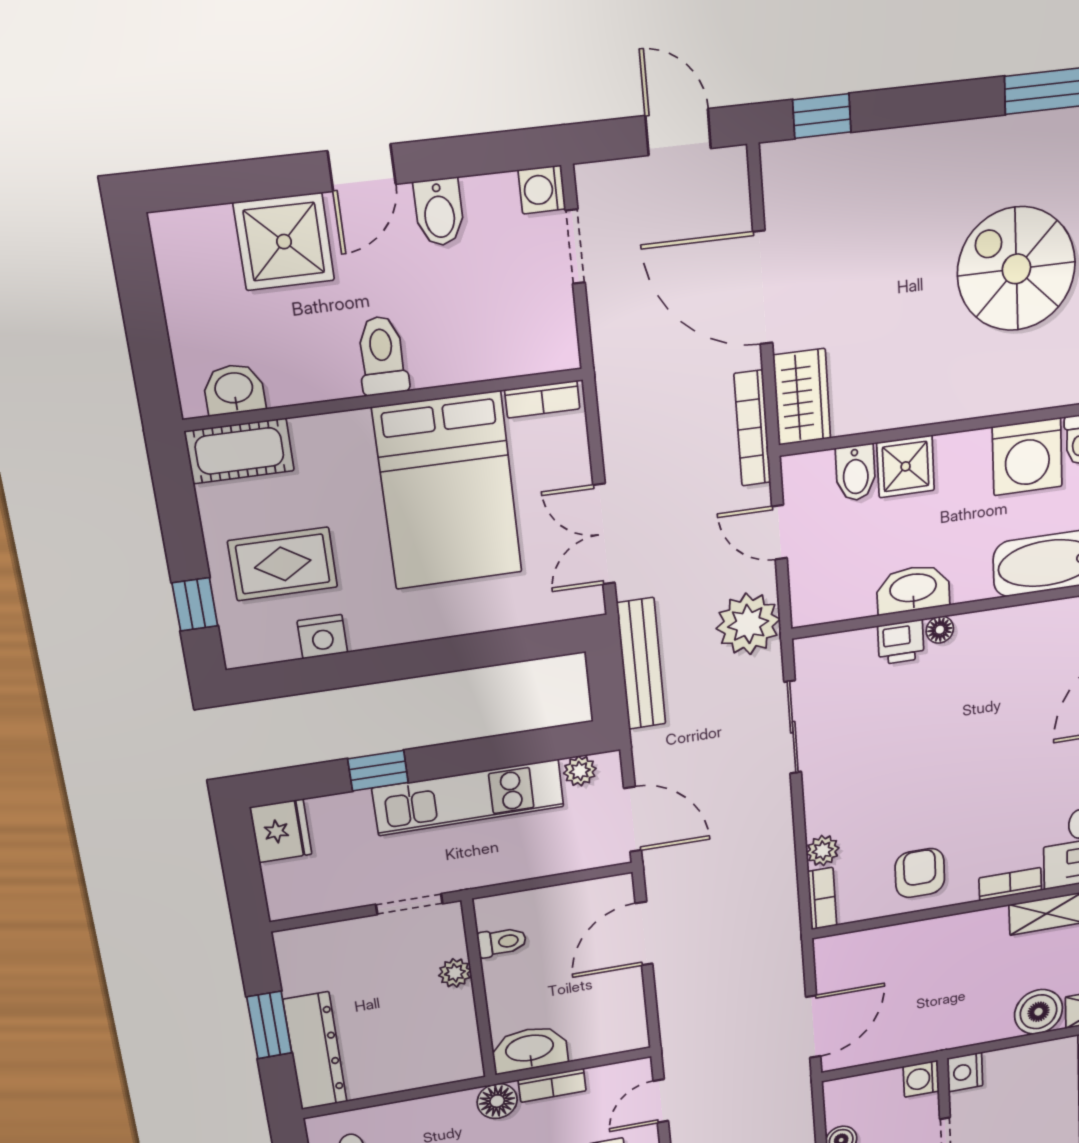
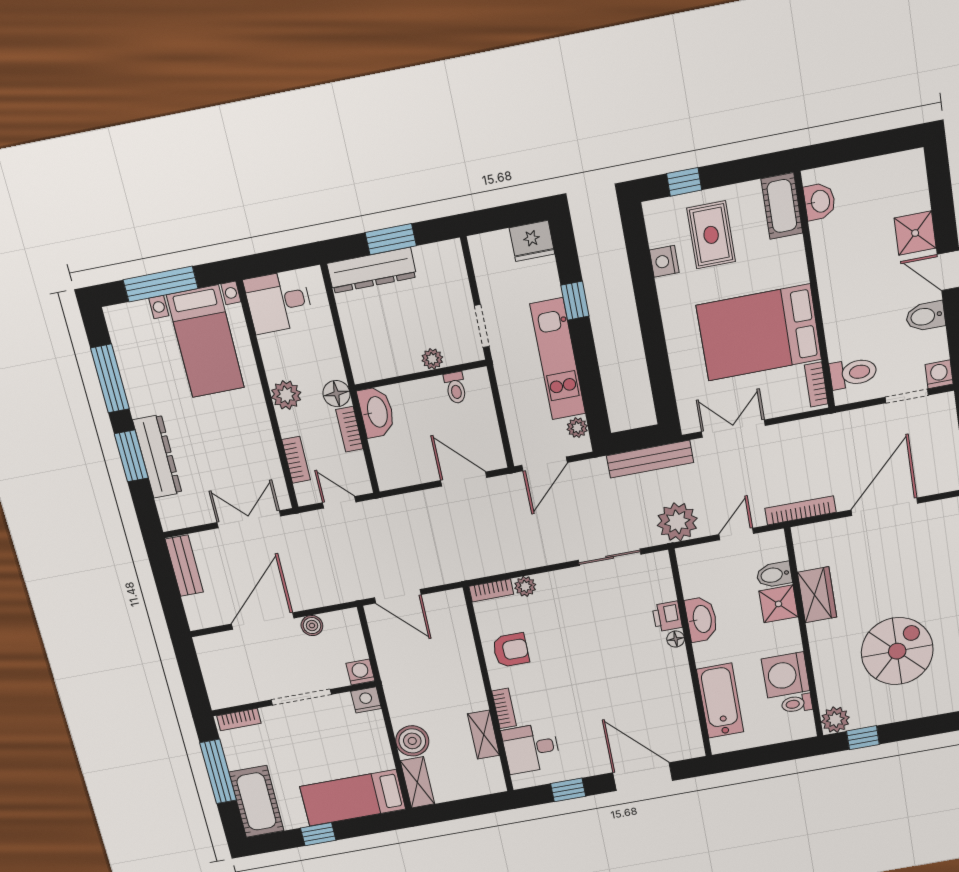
shower: (284, 242) -> (915, 233), width x0.73, depth x0.73
toilet: (382, 356) -> (853, 373), moved
wardrobe: (802, 397) -> (817, 595), moved, turned -90

